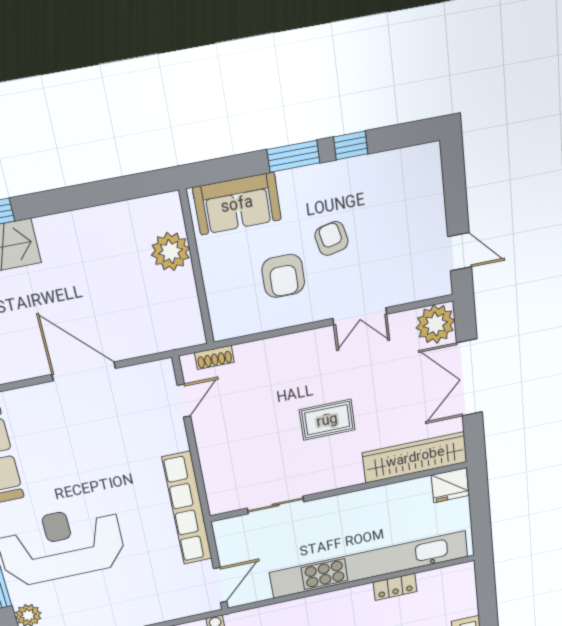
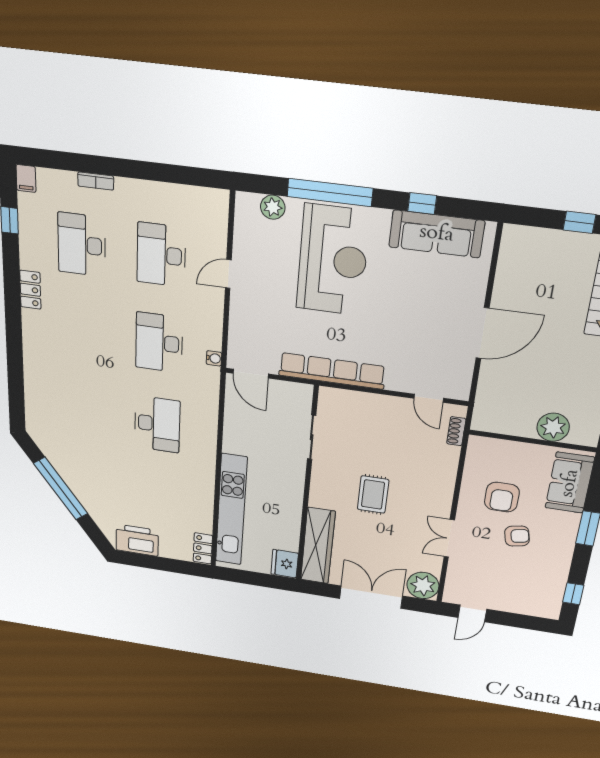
window: (351, 145) -> (573, 594), moved
armchair: (283, 276) -> (502, 497), turned -90
kitchen unit: (369, 564) -> (231, 510), width x0.73
locker: (395, 587) -> (203, 548), moved

